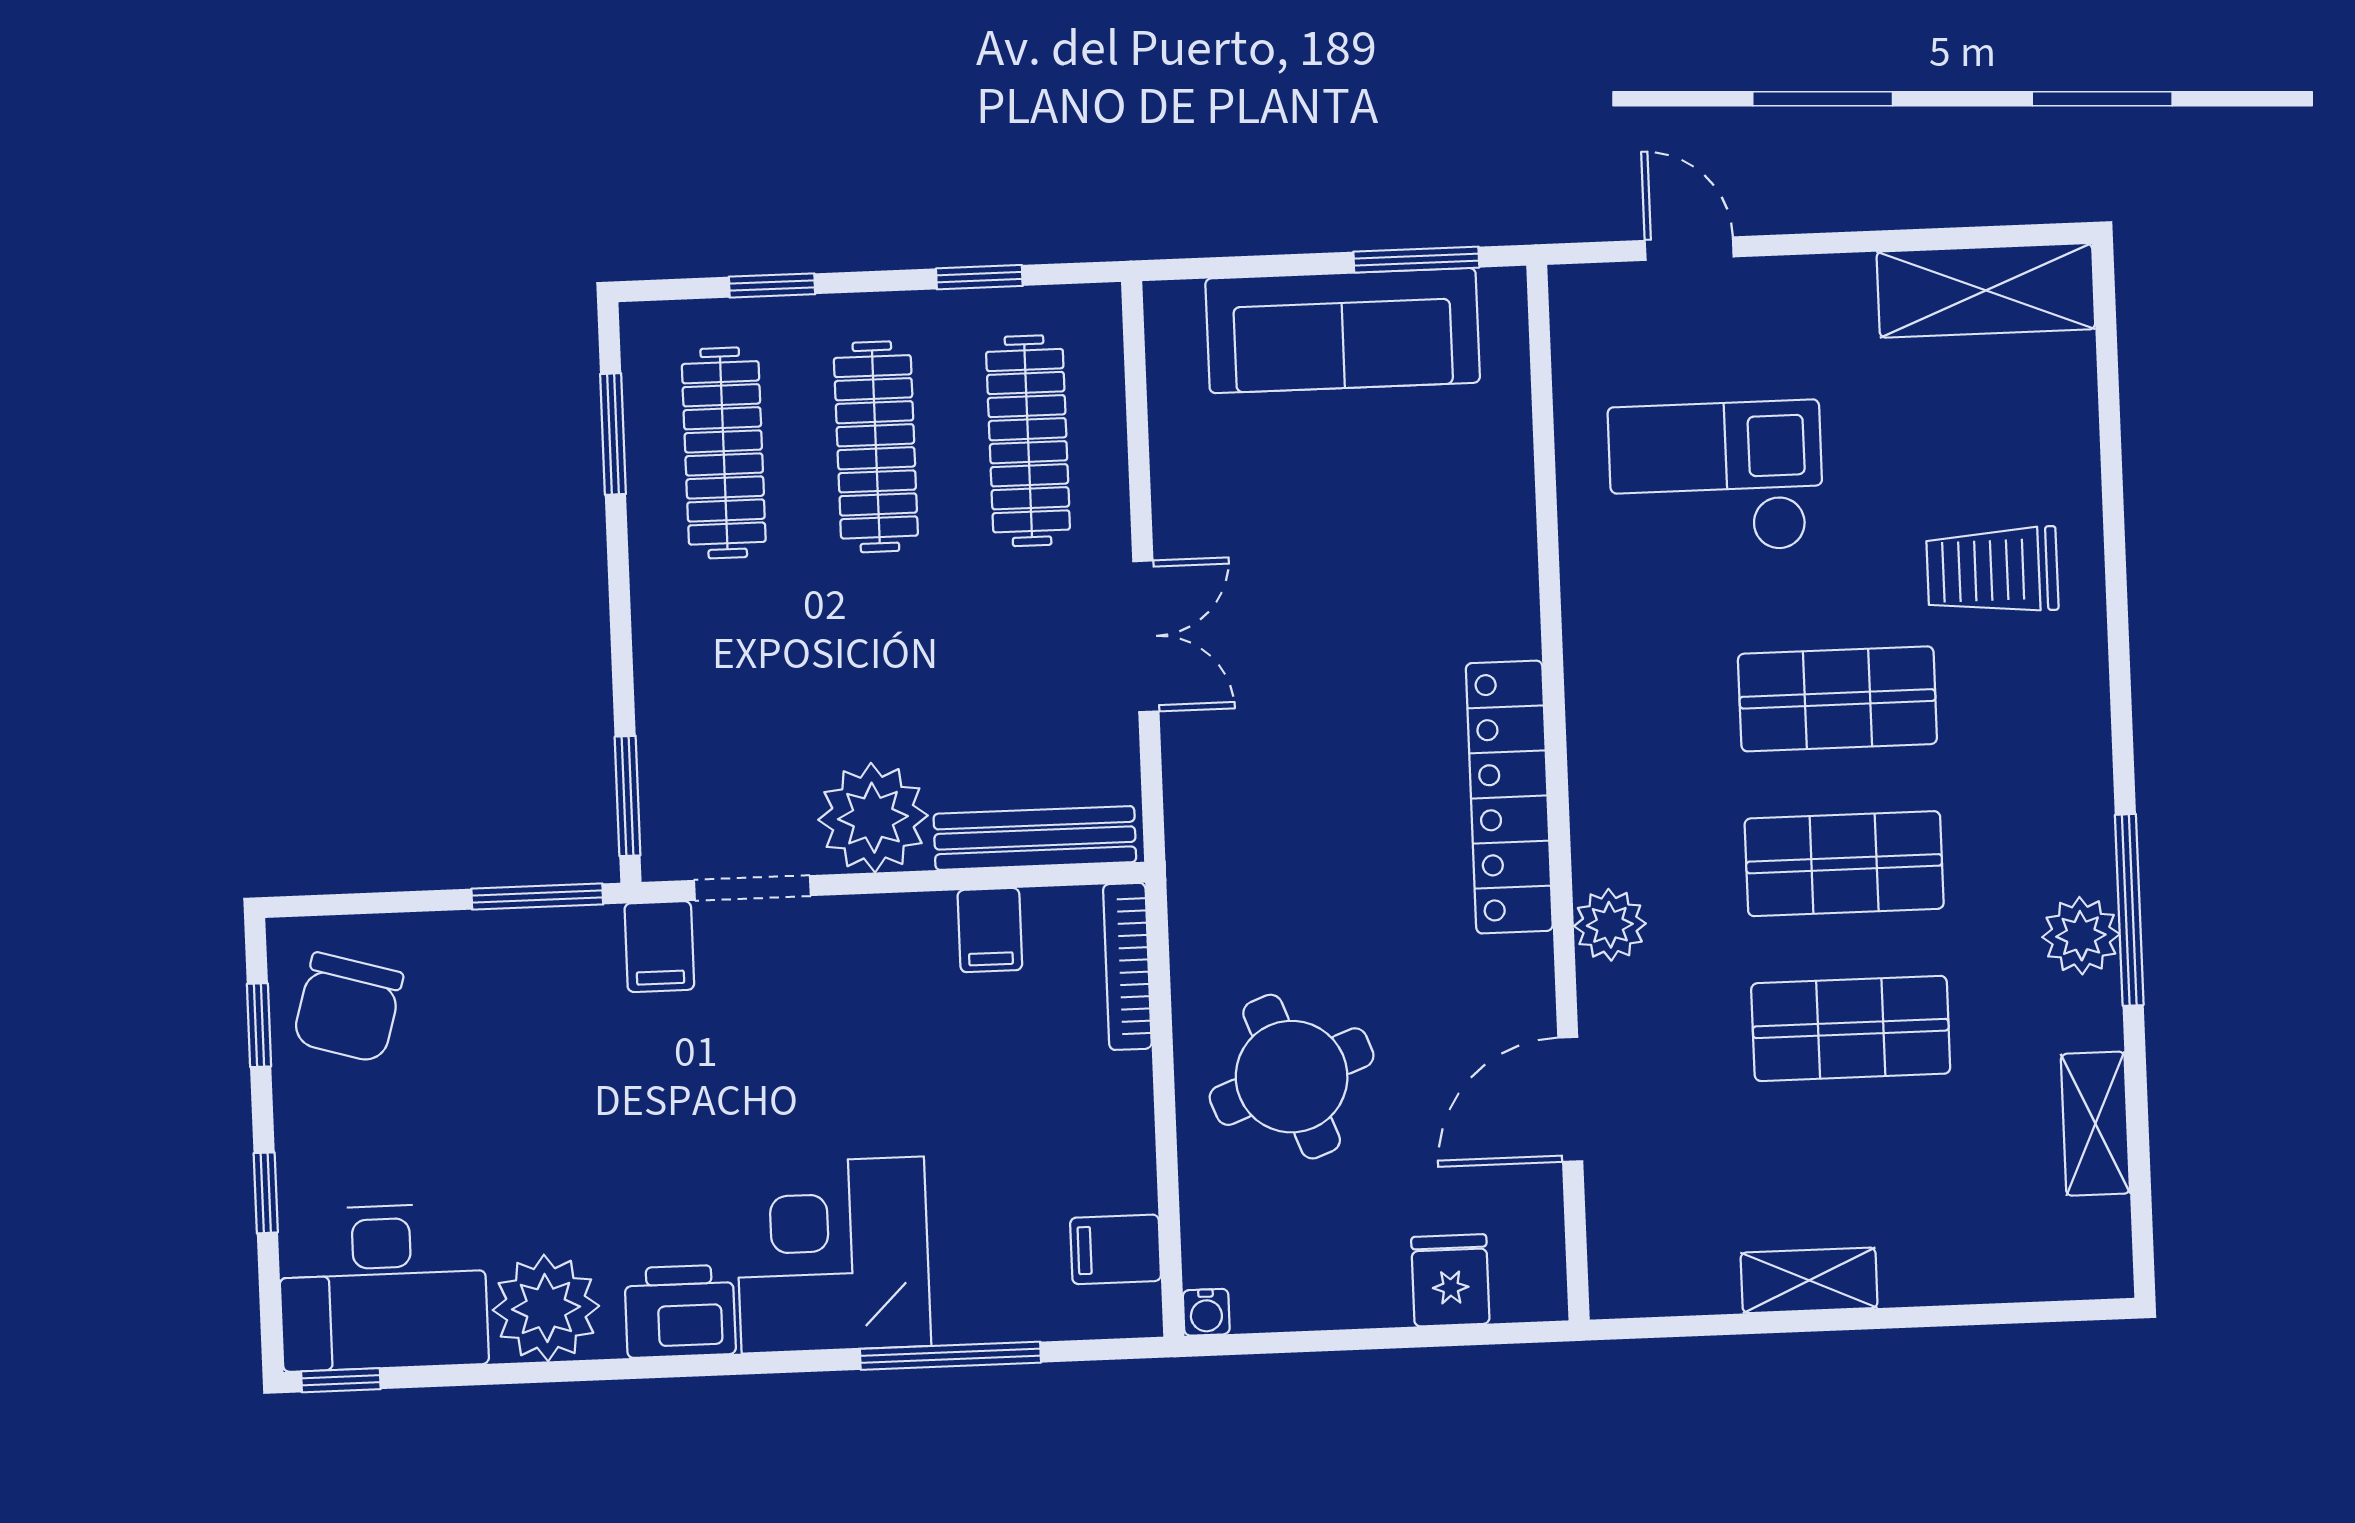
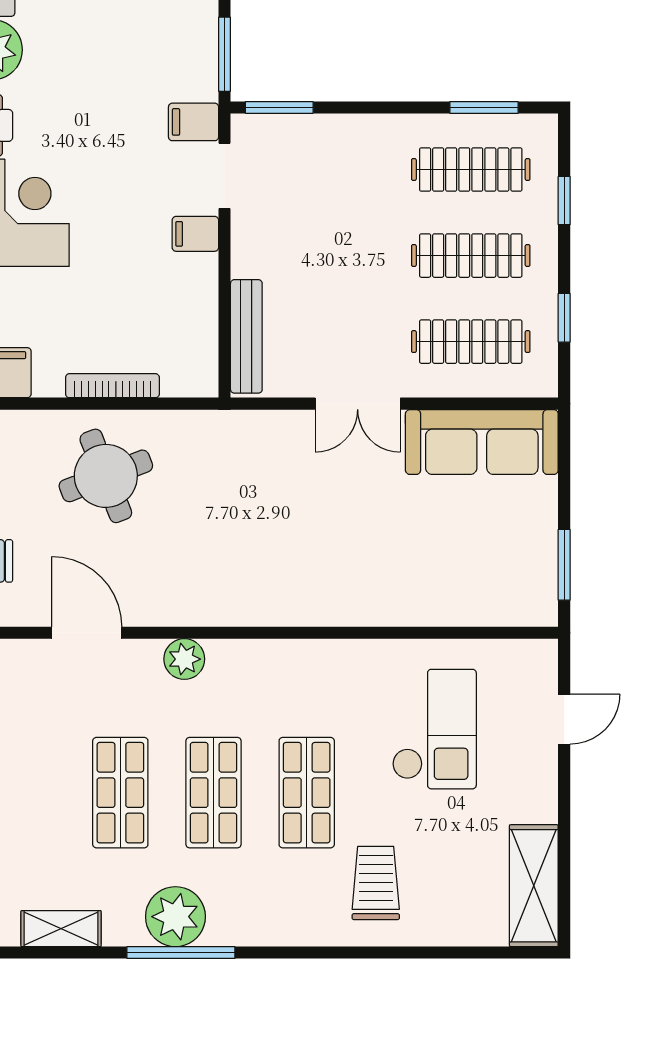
sofa: (1343, 331) -> (482, 442), moved, turned -90
locker: (1509, 797) -> (259, 605), removed
plant: (873, 818) -> (261, 245), removed
filing cabinet: (990, 930) -> (195, 234), moved
plant: (2081, 936) -> (175, 917), width x1.36, depth x1.36
bookcase: (1127, 966) -> (112, 386), moved

